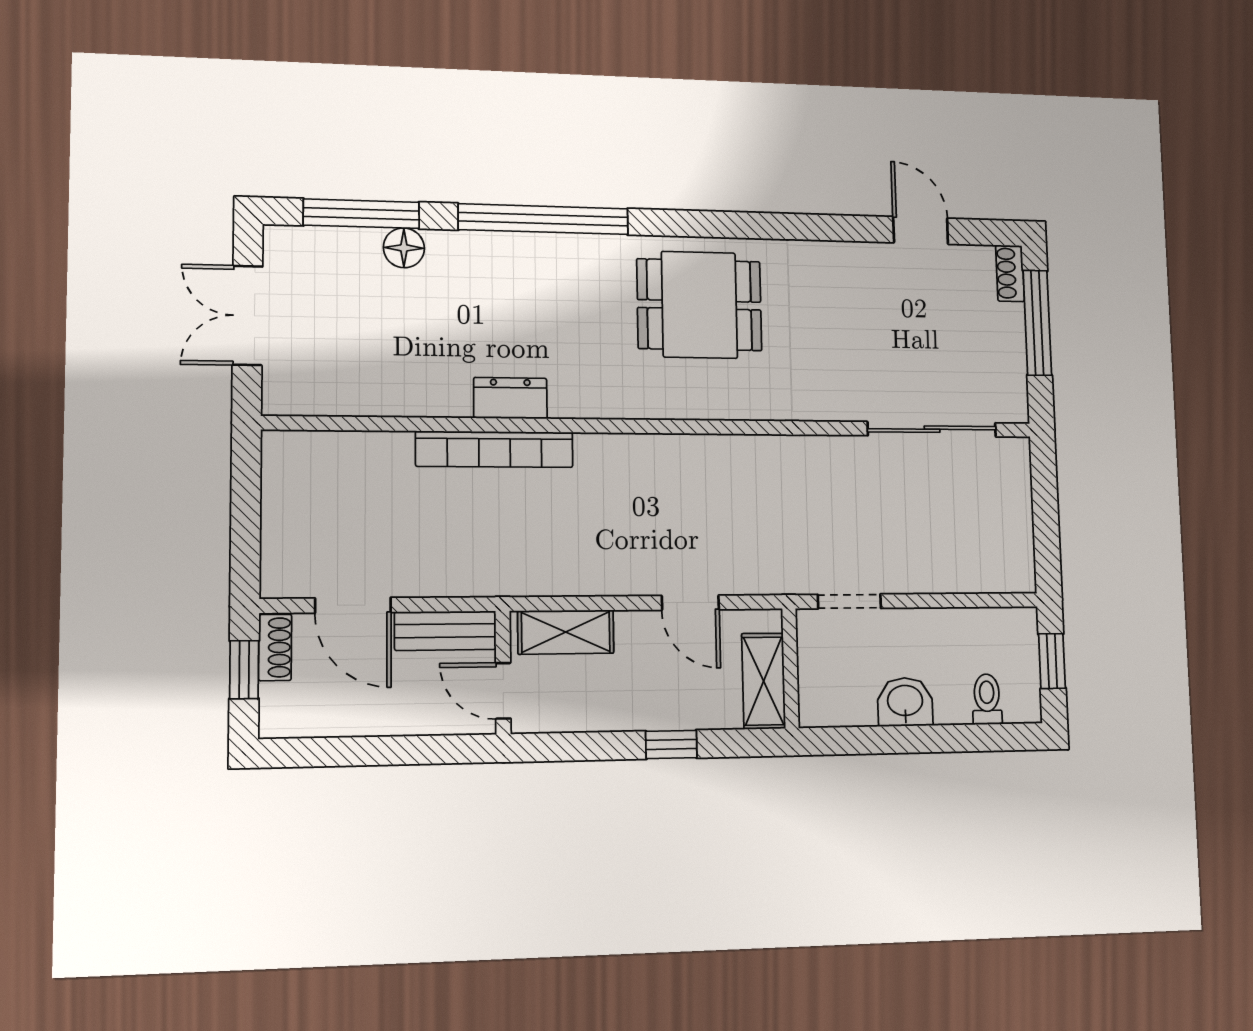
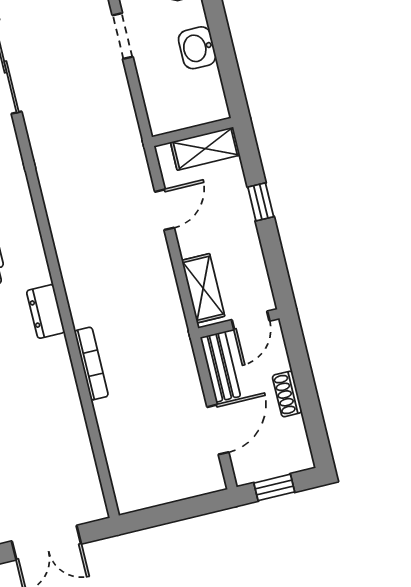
dresser: (510, 398) -> (46, 311), moved
bookcase: (495, 449) -> (91, 364), width x0.68, depth x0.76
doorway: (849, 601) -> (123, 36), moved
shoe rack: (275, 647) -> (287, 394), moved, turned -90

